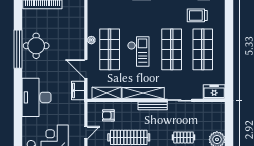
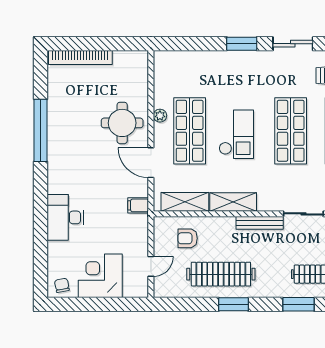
round table: (36, 46) -> (122, 123), moved
filing cabinet: (78, 90) -> (138, 205), width x0.50
shelving: (143, 93) -> (233, 202), width x0.68
desk: (37, 97) -> (65, 217), width x0.73, depth x0.77

